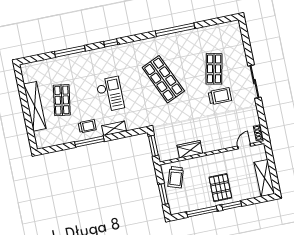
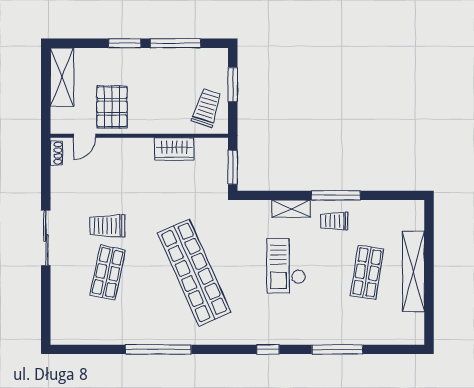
shop shelf: (163, 79) -> (194, 272), width x1.40
pallet: (220, 188) -> (112, 107), moved

